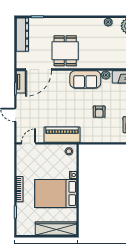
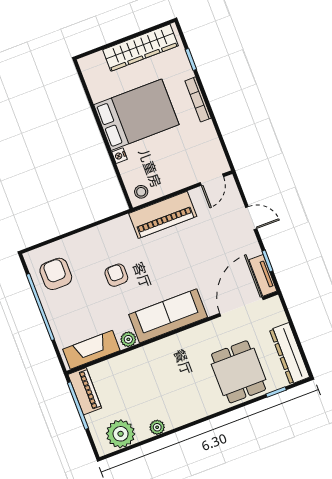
dining table: (65, 51) -> (239, 372), moved
sofa: (85, 79) -> (168, 316), width x1.36
wardrobe: (56, 229) -> (140, 48), moved

